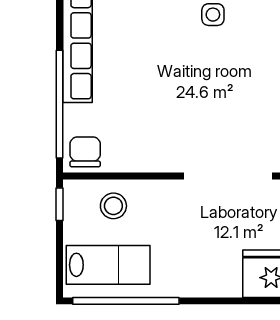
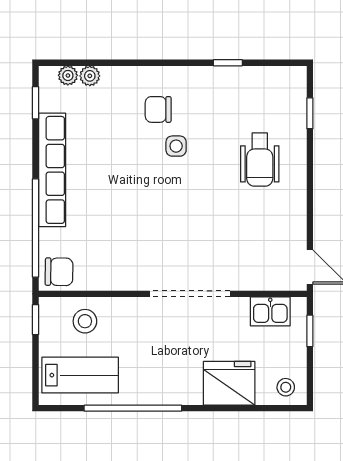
chair: (85, 152) -> (59, 272), turned 91
window: (126, 301) -> (133, 408), moved

